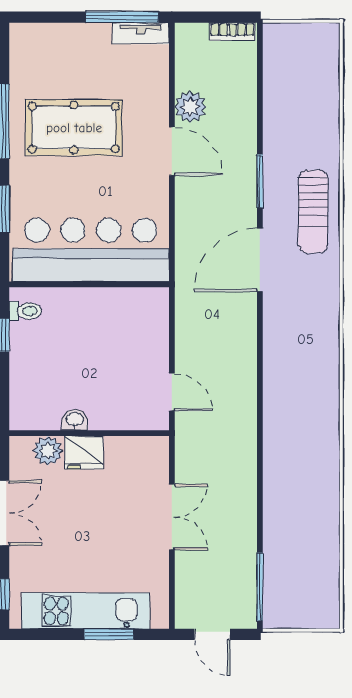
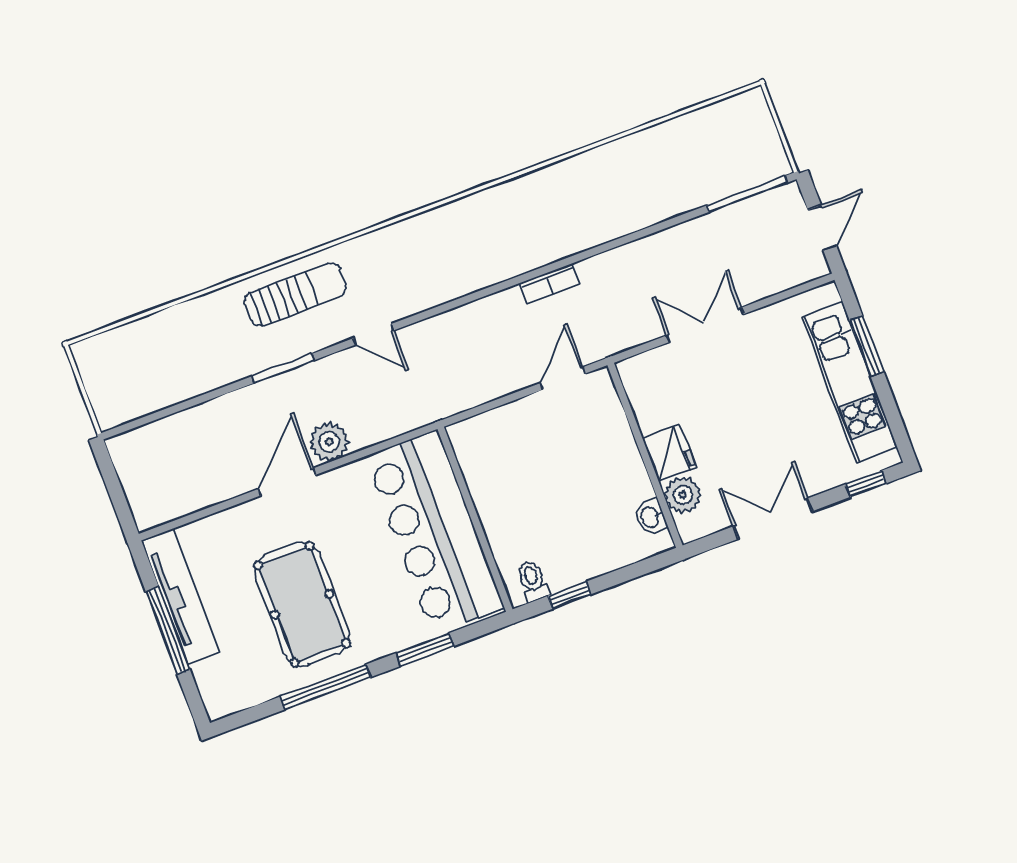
window: (122, 17) -> (168, 630), moved
bookcase: (232, 32) -> (549, 284), moved, turned 90
tv unit: (141, 33) -> (180, 597), width x1.92, depth x1.29
plant: (190, 107) -> (329, 442), moved
door: (260, 260) -> (374, 334), width x0.53
washbasin: (75, 420) -> (651, 517), moved

